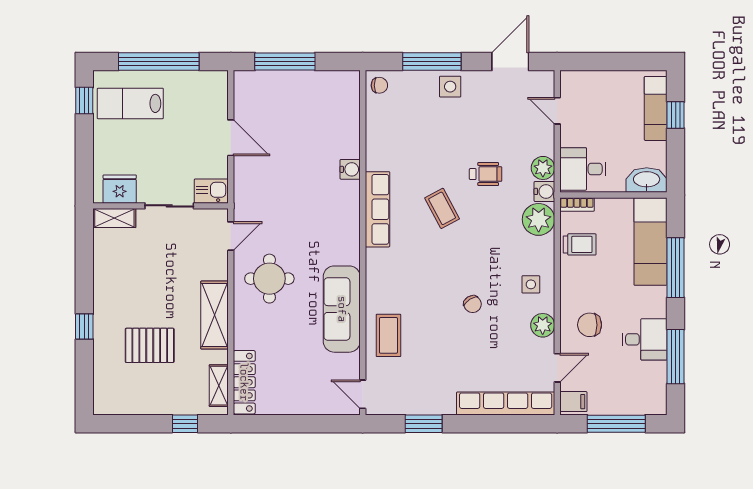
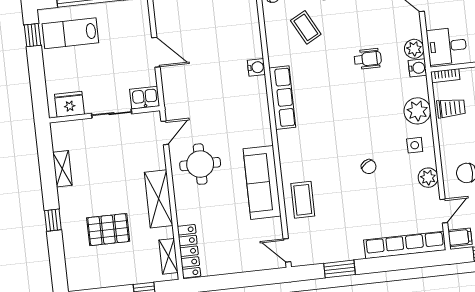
coffee table: (442, 208) -> (306, 27), moved
shelving: (114, 218) -> (62, 169), moved, turned 90
plant: (539, 219) -> (417, 111), moved

